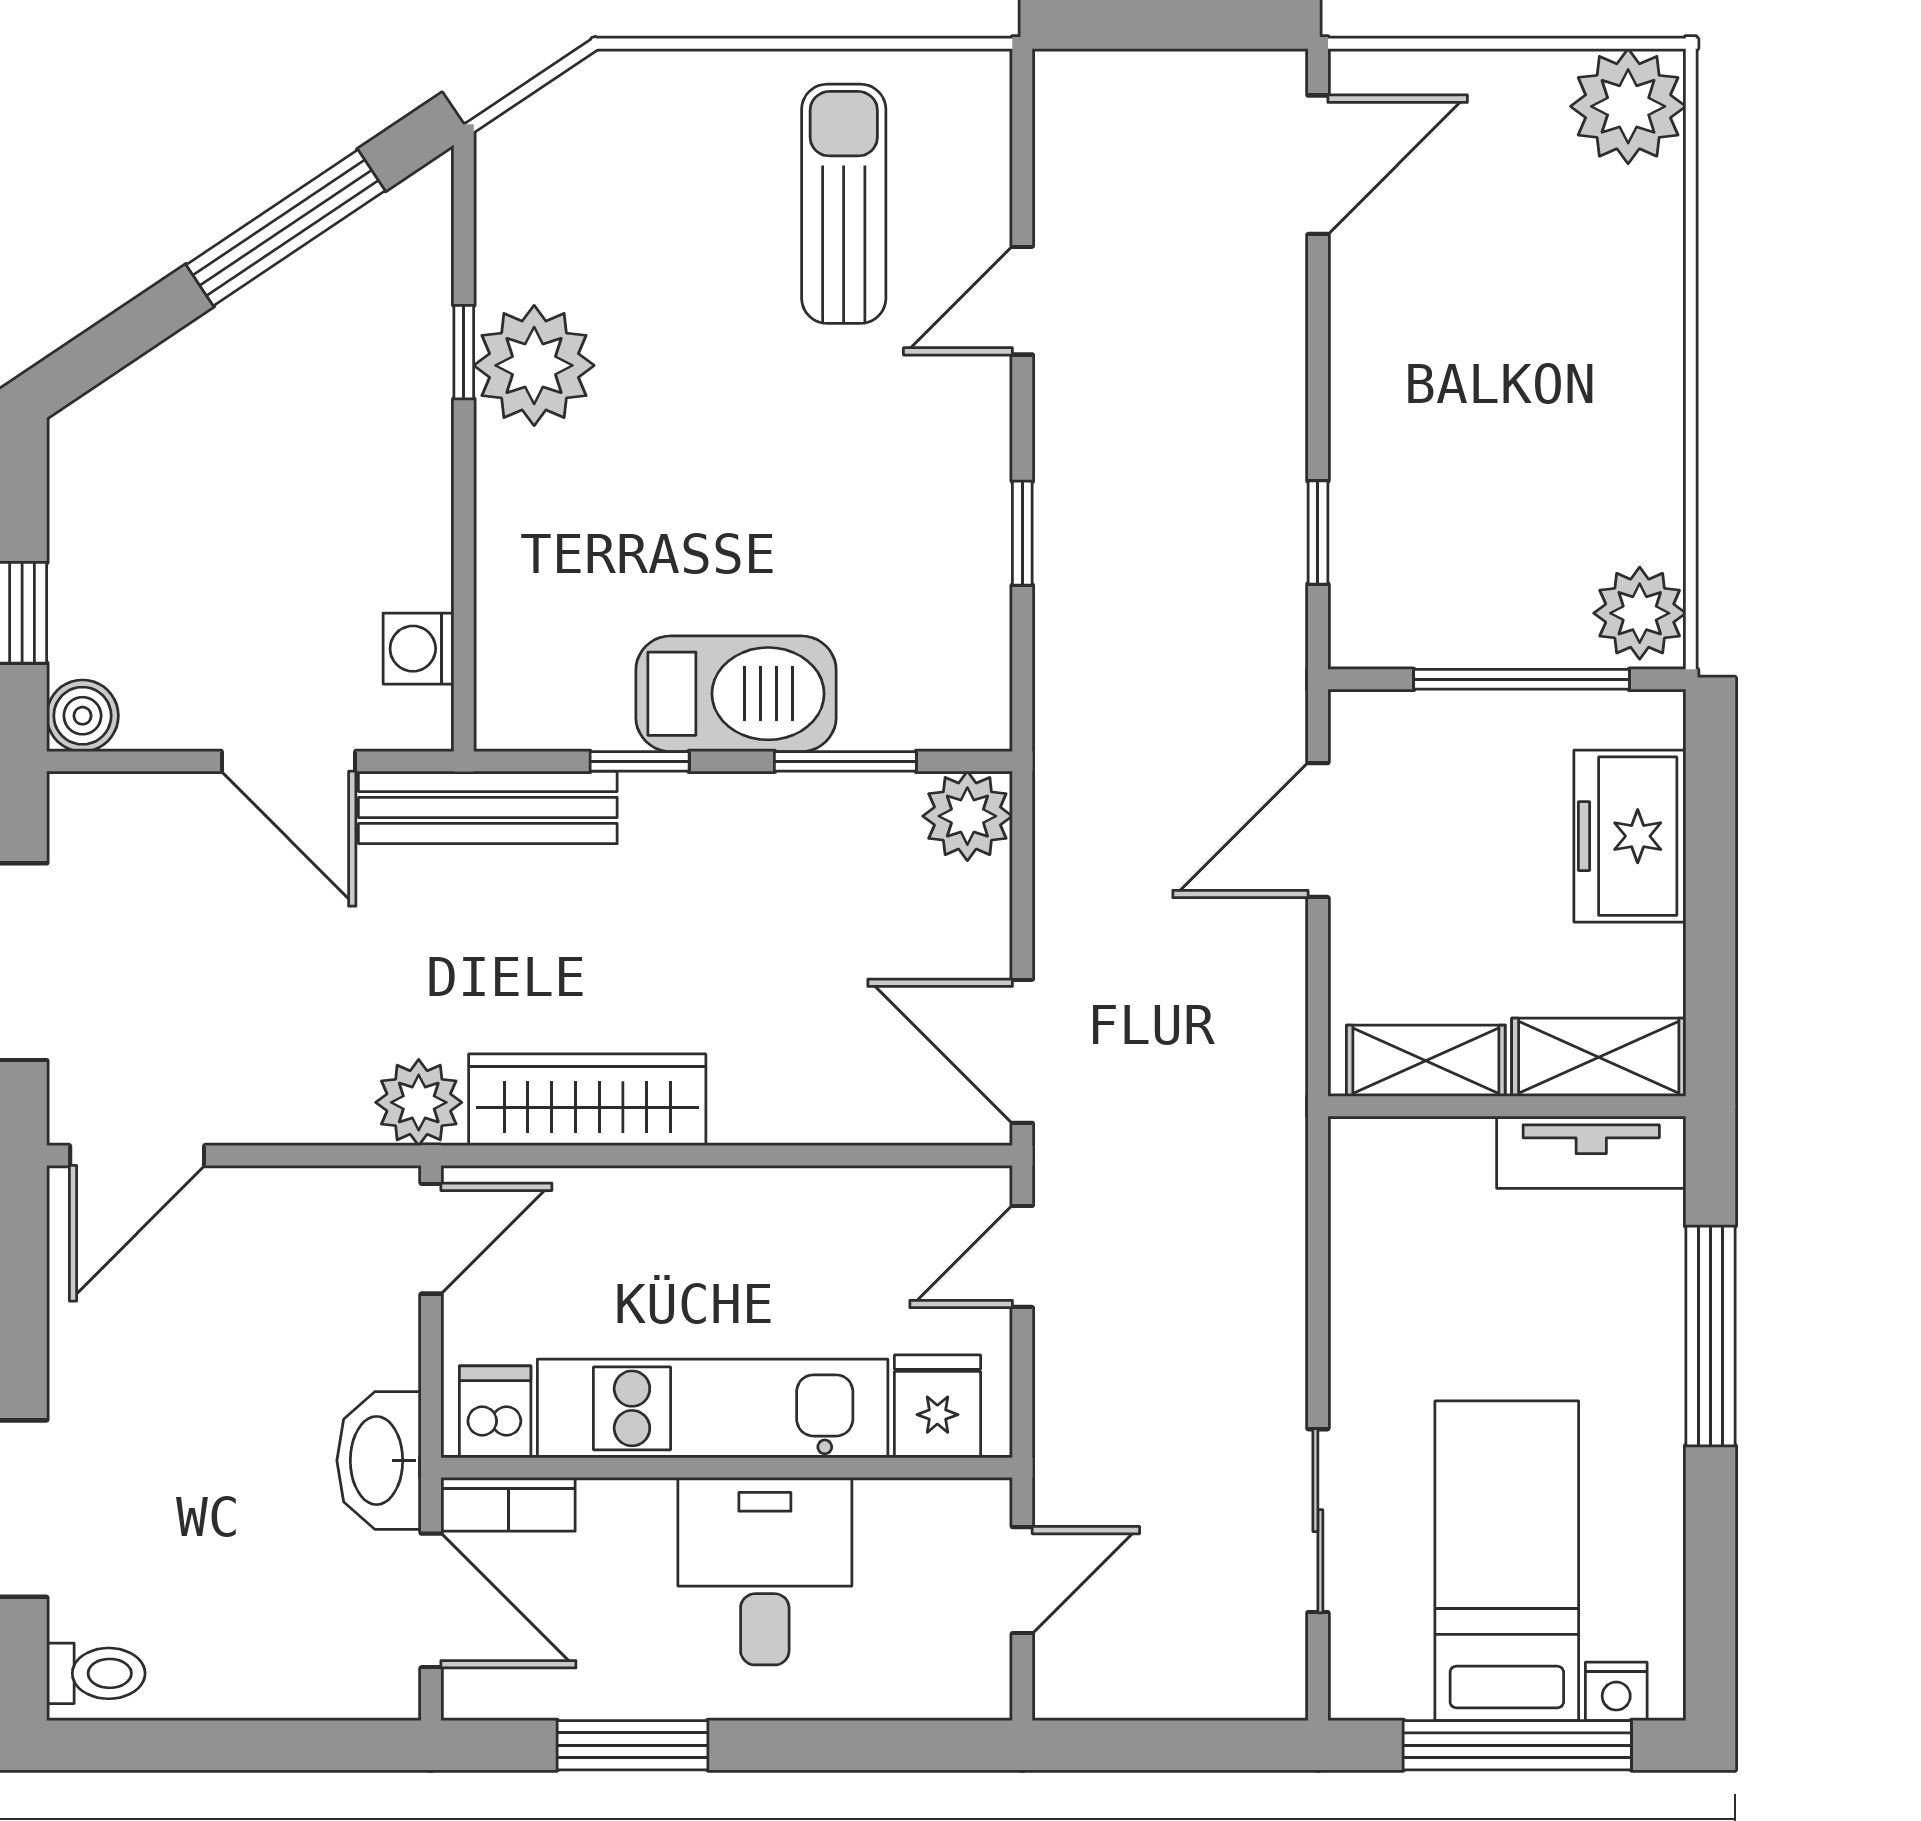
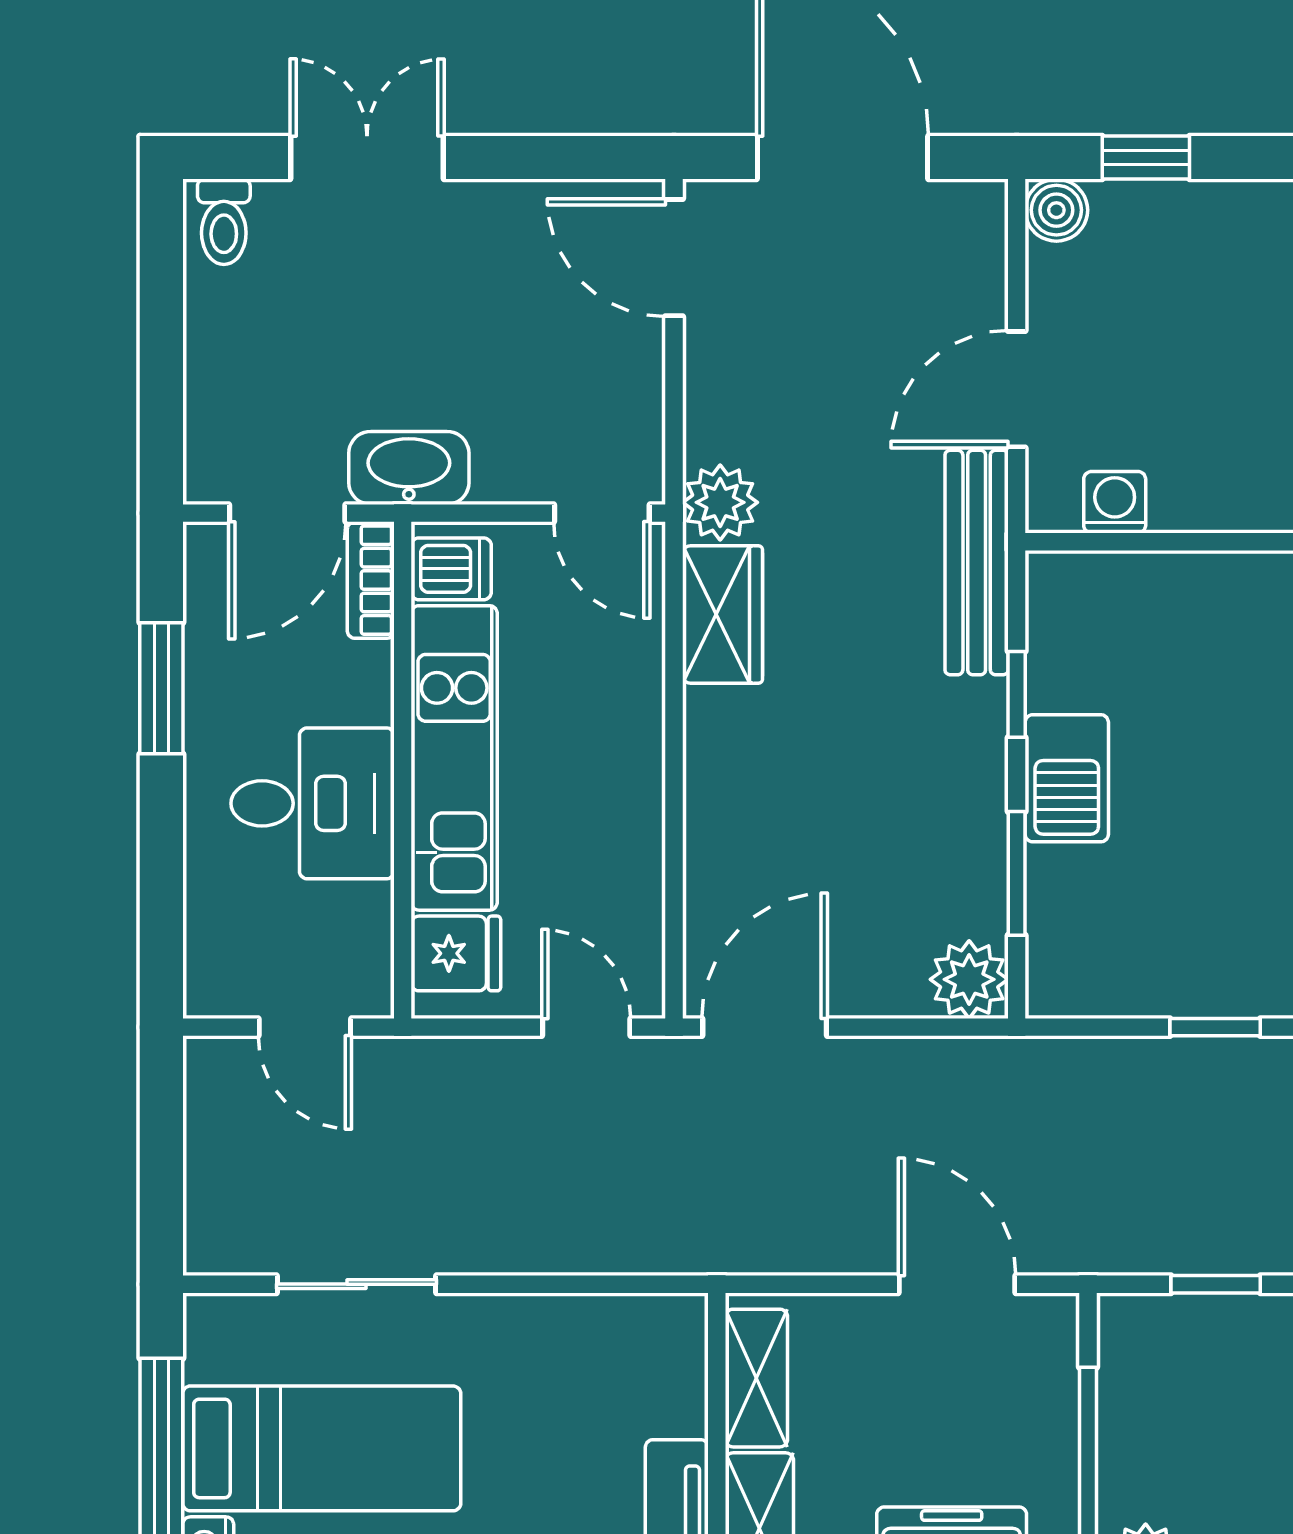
barbecue: (736, 694) -> (1067, 778), width x0.73, depth x0.83
wardrobe: (587, 1100) -> (722, 615), width x0.67

